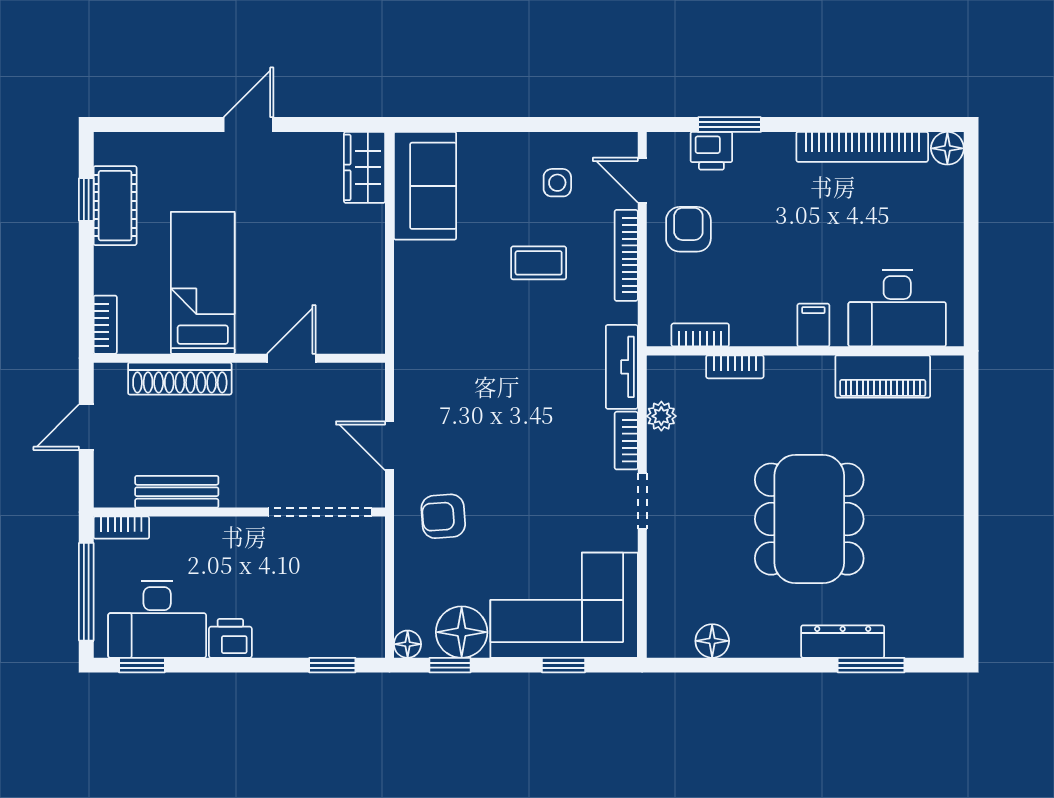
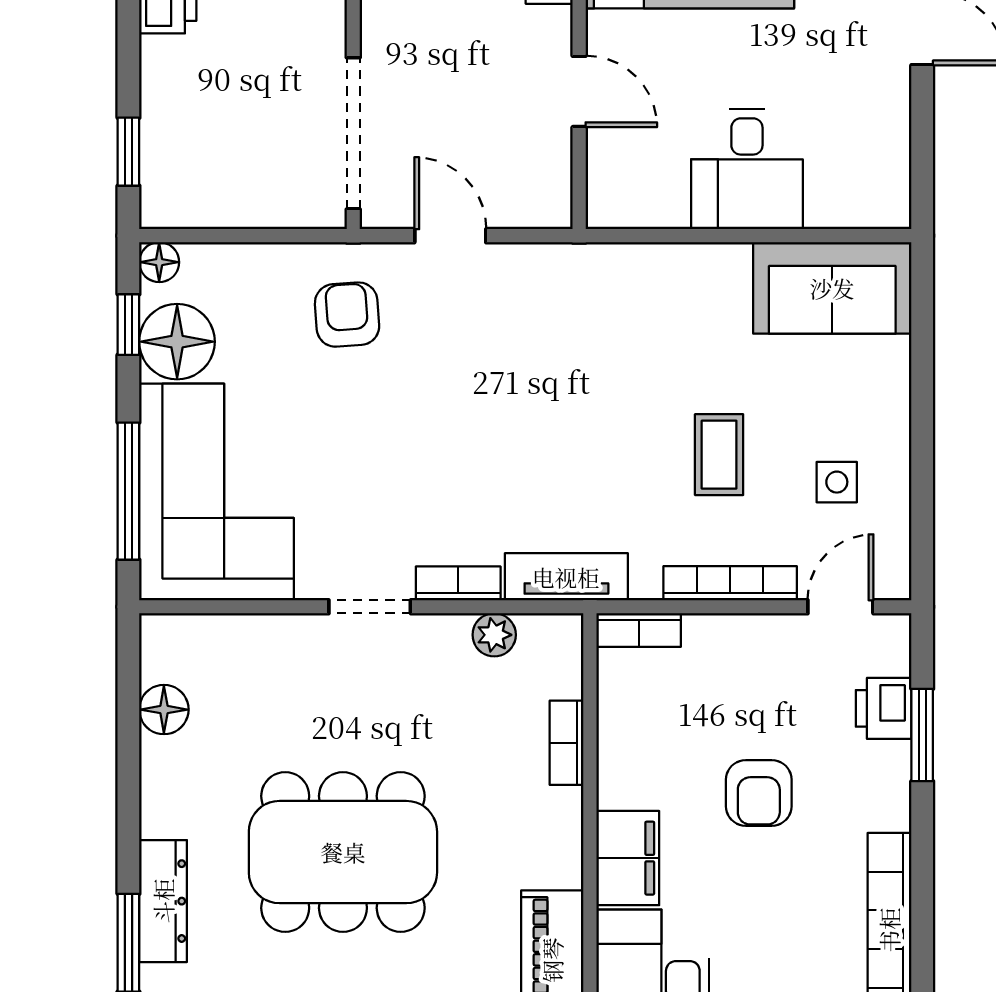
wardrobe: (365, 167) -> (859, 199), removed
armchair: (688, 229) -> (759, 793), moved, turned 90
desk: (344, 244) -> (747, 169), added
filing cabinet: (813, 325) -> (628, 858), width x2.00
bookcase: (700, 335) -> (639, 630), moved, turned 90
door: (389, 446) -> (450, 236), hinge flipped
window: (563, 665) -> (128, 491), width x2.17

